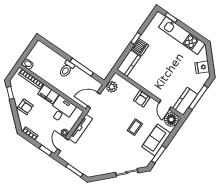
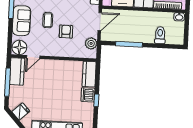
toilet: (67, 69) -> (160, 35), moved
armchair: (142, 99) -> (66, 32), moved
door: (165, 105) -> (33, 57), swing flipped

